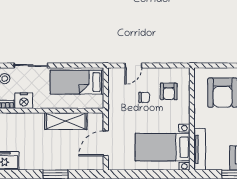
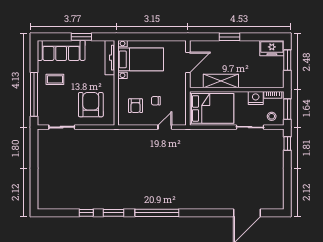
bed: (77, 82) -> (212, 108), width x1.50
armchair: (169, 91) -> (135, 106), turned 180

